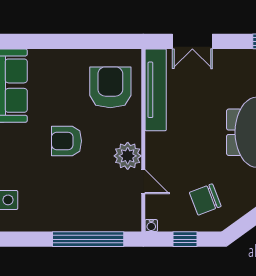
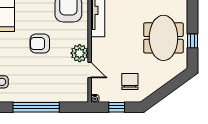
chair: (205, 199) -> (130, 81), turned 111
window: (88, 239) -> (36, 107), moved

